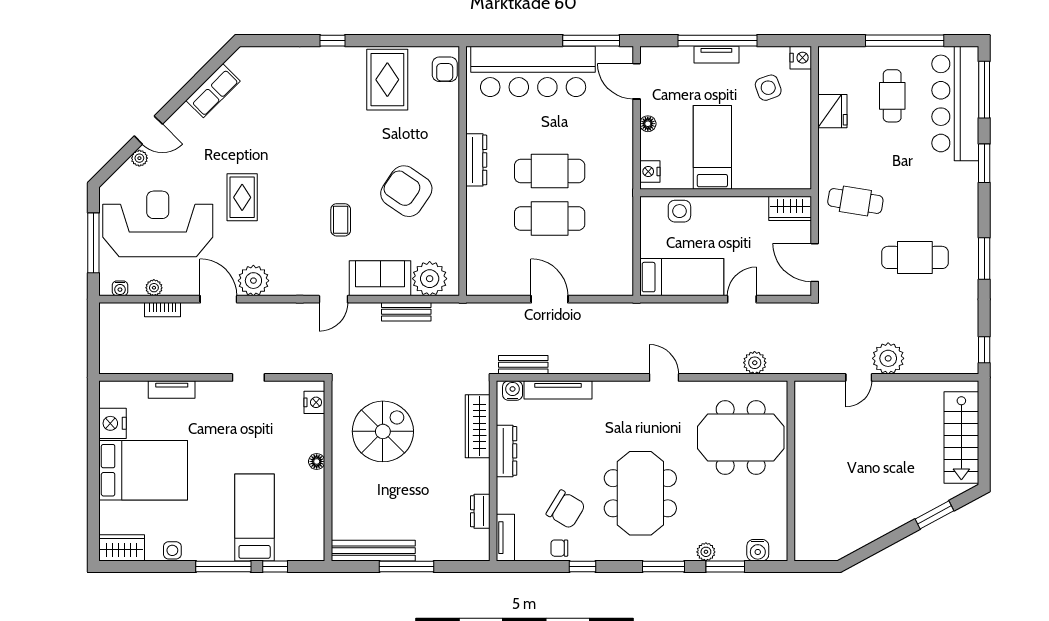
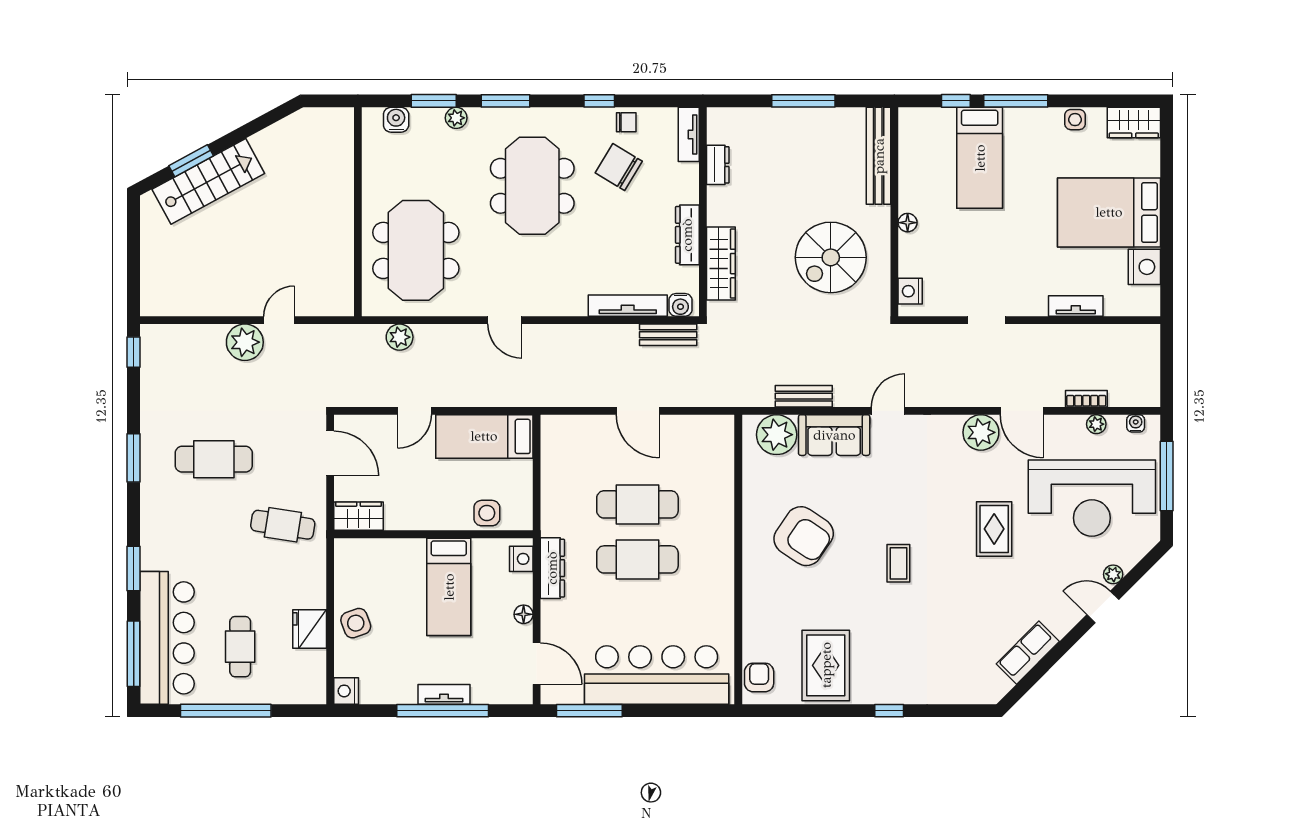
side table: (768, 88) -> (356, 623), moved
dresser: (476, 160) -> (552, 568), moved, turned 180
coffee table: (341, 220) -> (898, 563), moved
meeting table: (741, 437) -> (416, 250), turned 90
stairs: (961, 438) -> (208, 181), moved, turned 62
bench: (373, 551) -> (879, 156), moved, turned 90

